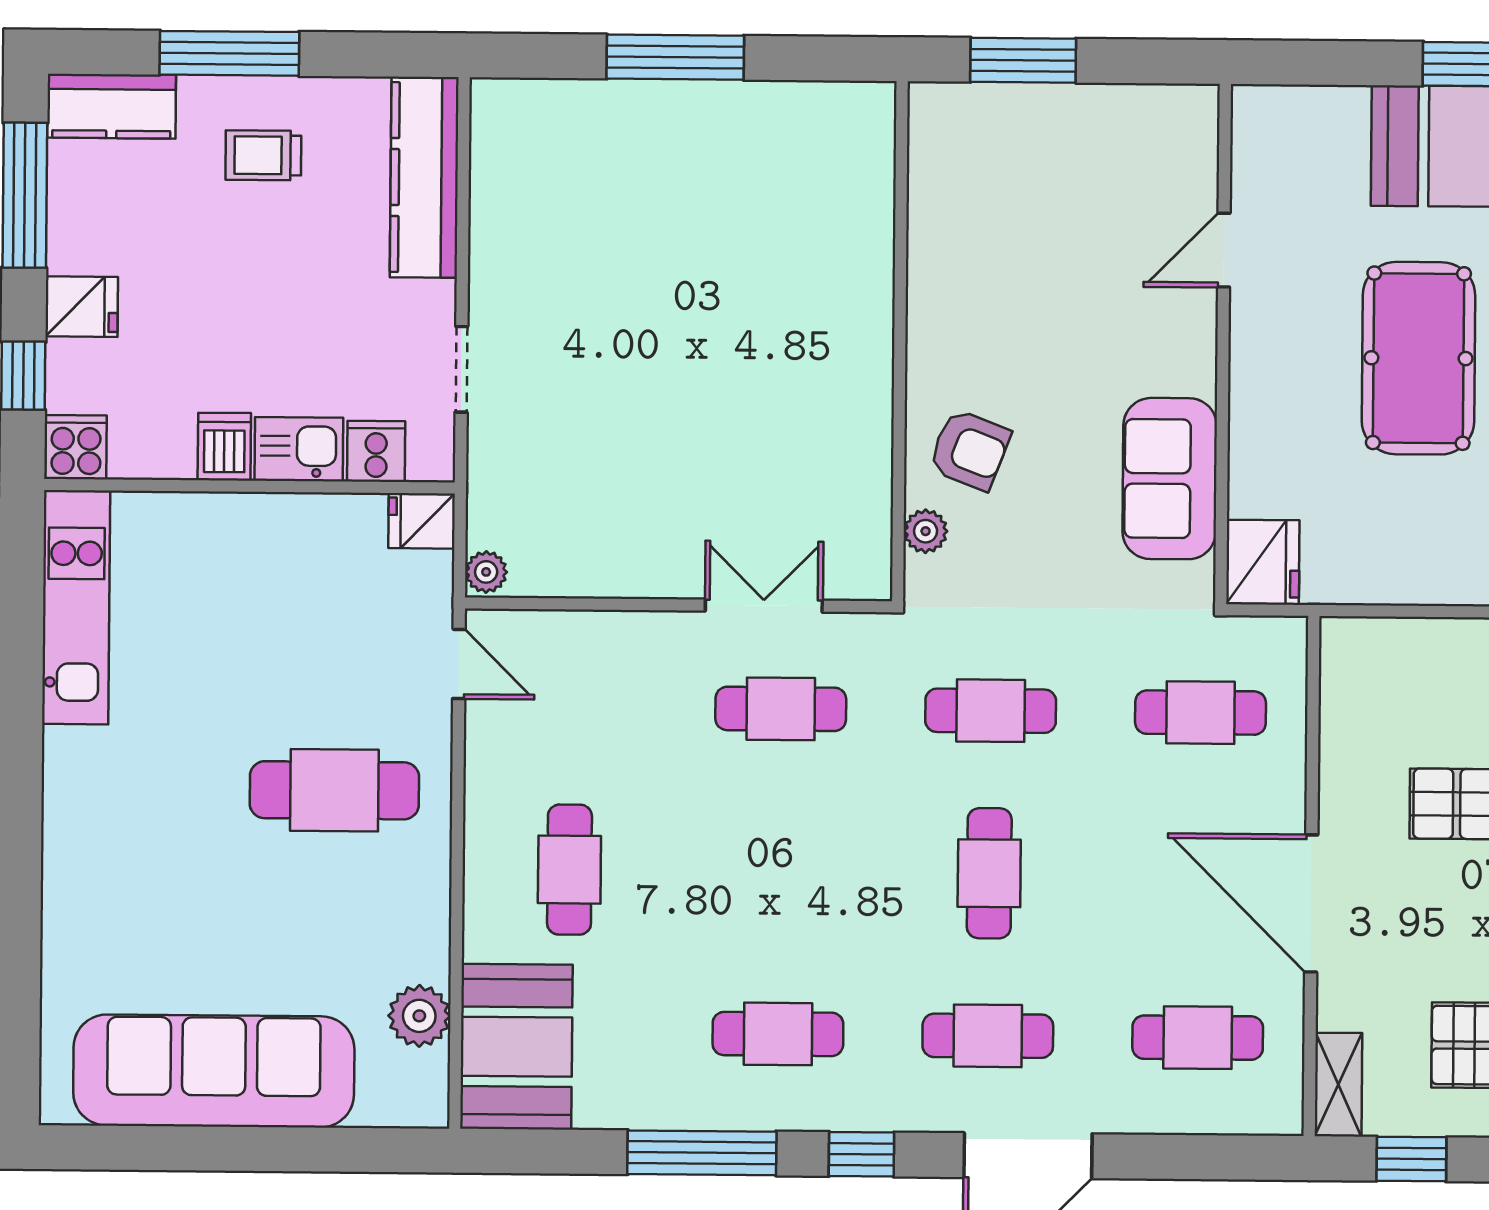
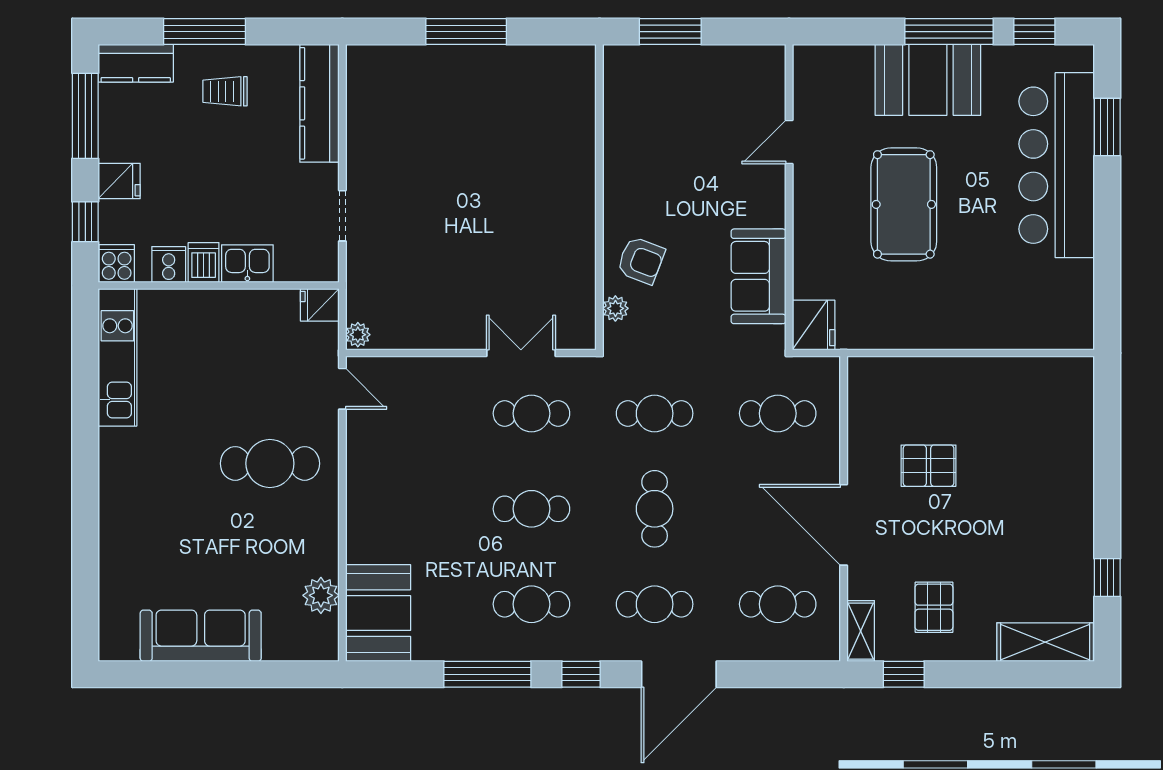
cooker: (376, 451) -> (169, 264), moved
cafe table: (569, 870) -> (531, 509), moved, turned 90
sofa: (214, 1071) -> (201, 636), width x0.74, depth x0.79

